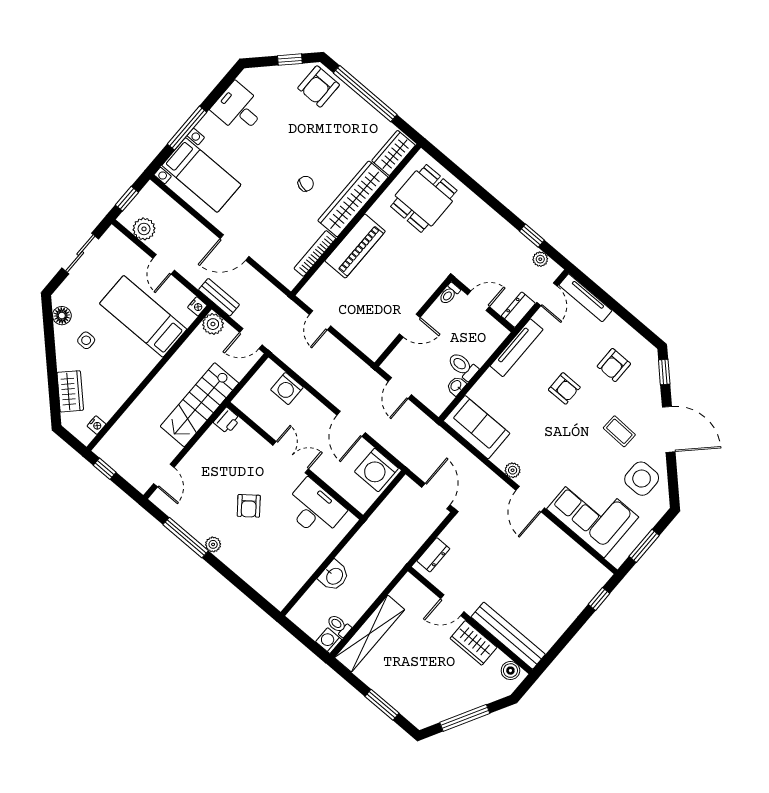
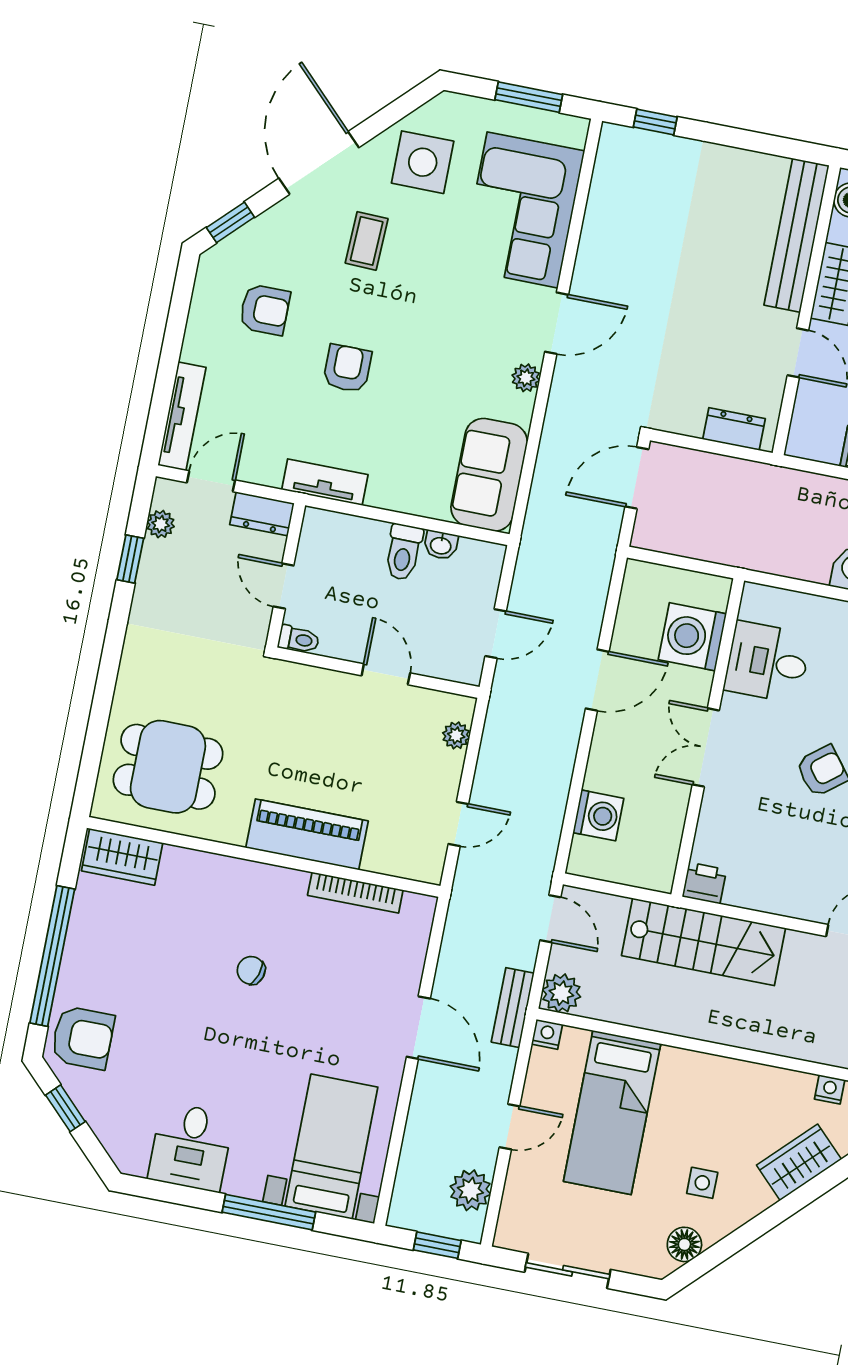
wardrobe: (353, 199) -> (233, 881), removed
plant: (362, 343) -> (456, 735), added
tv unit: (517, 348) -> (325, 482), width x0.71
washing machine: (376, 470) -> (692, 637), moved, turned 180
desk: (315, 509) -> (767, 662), width x0.73

